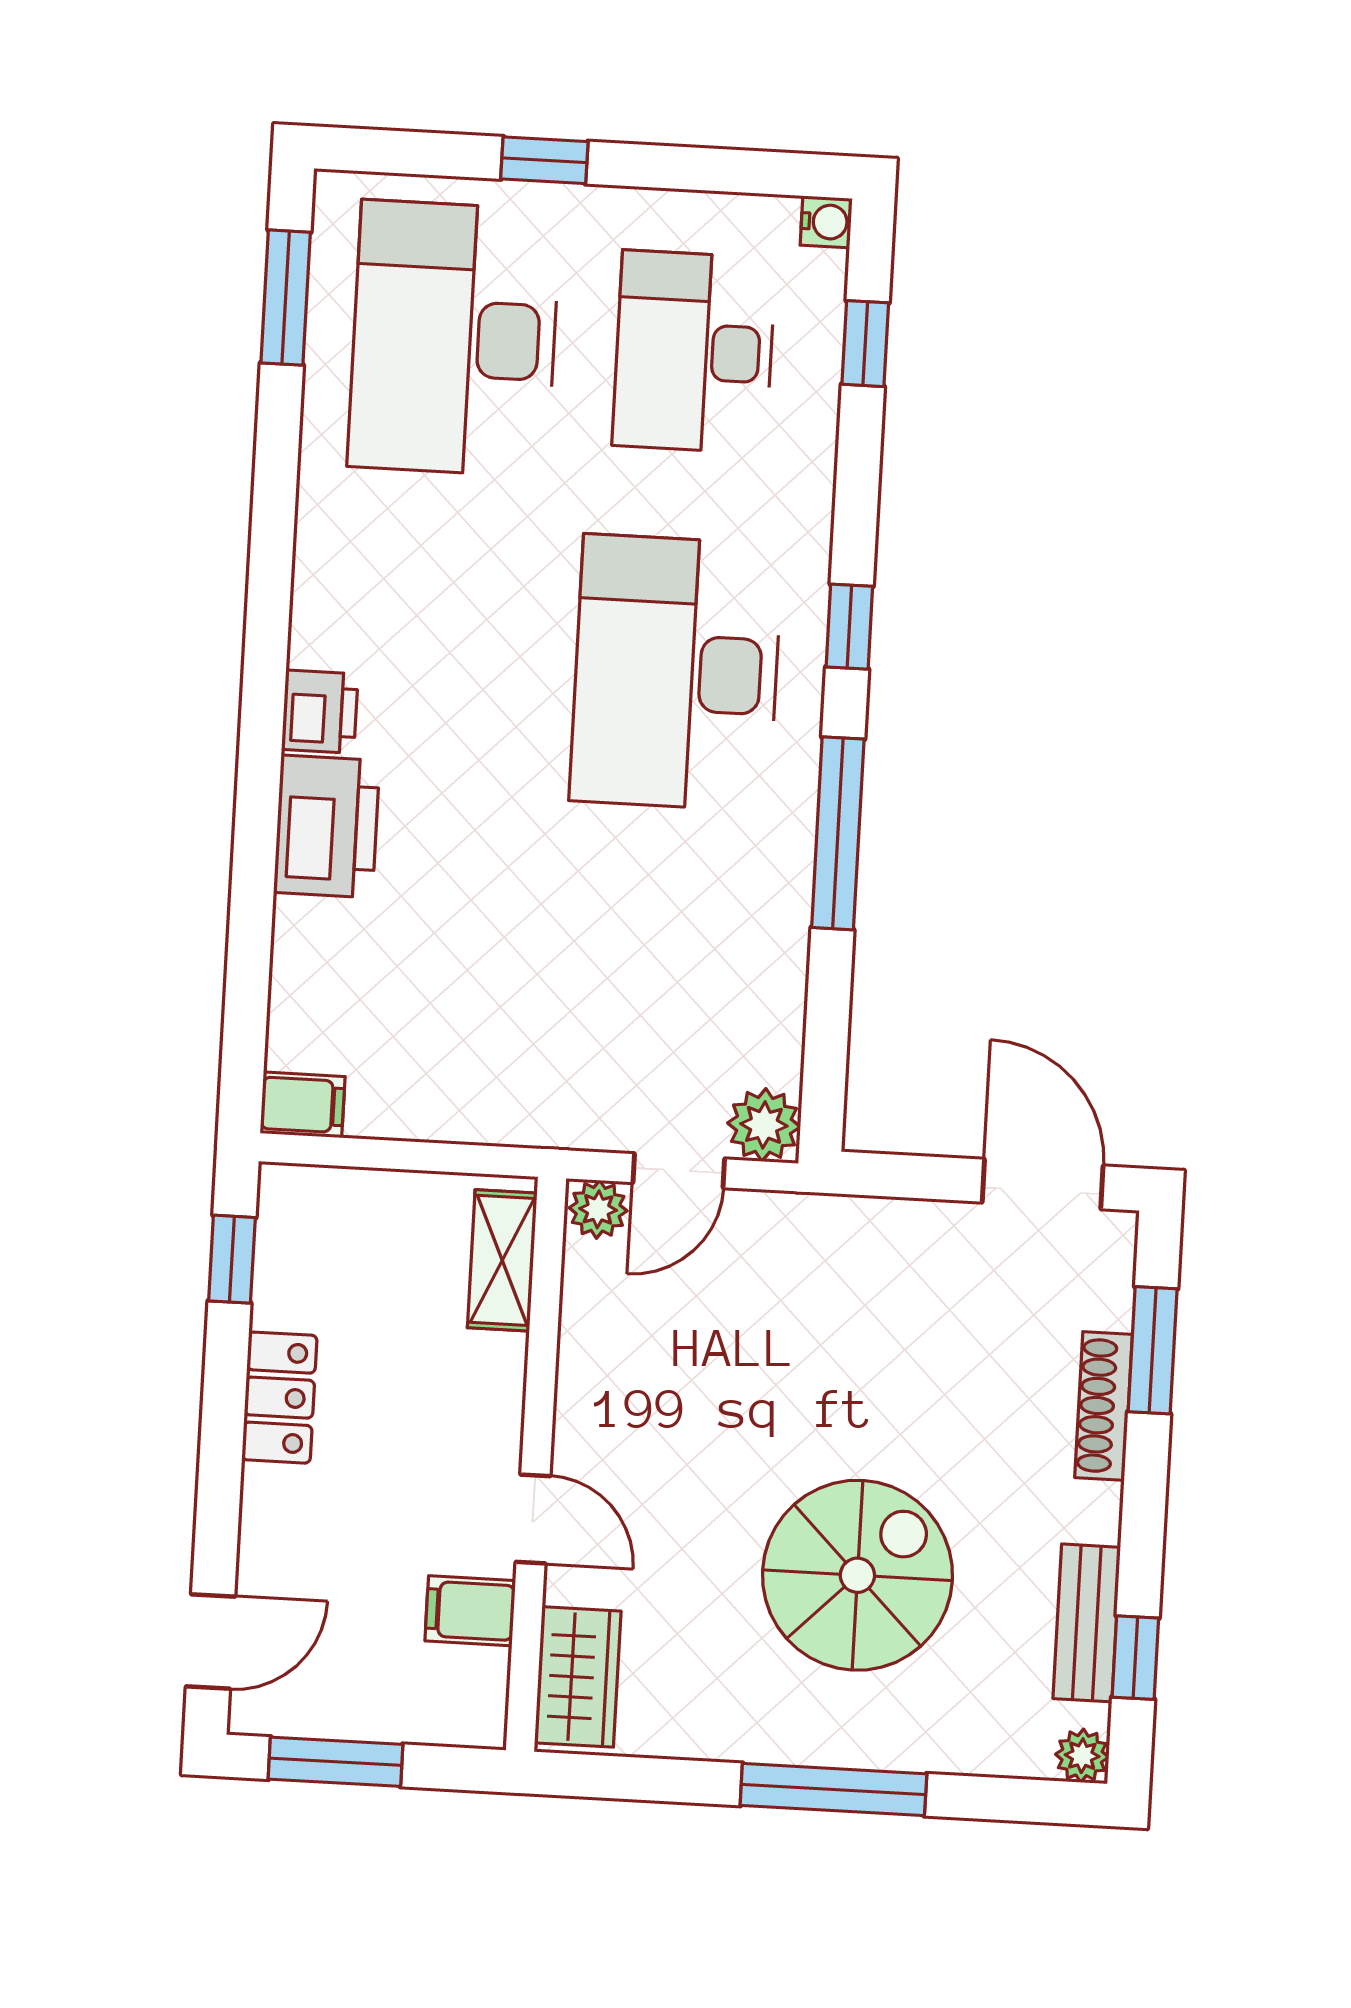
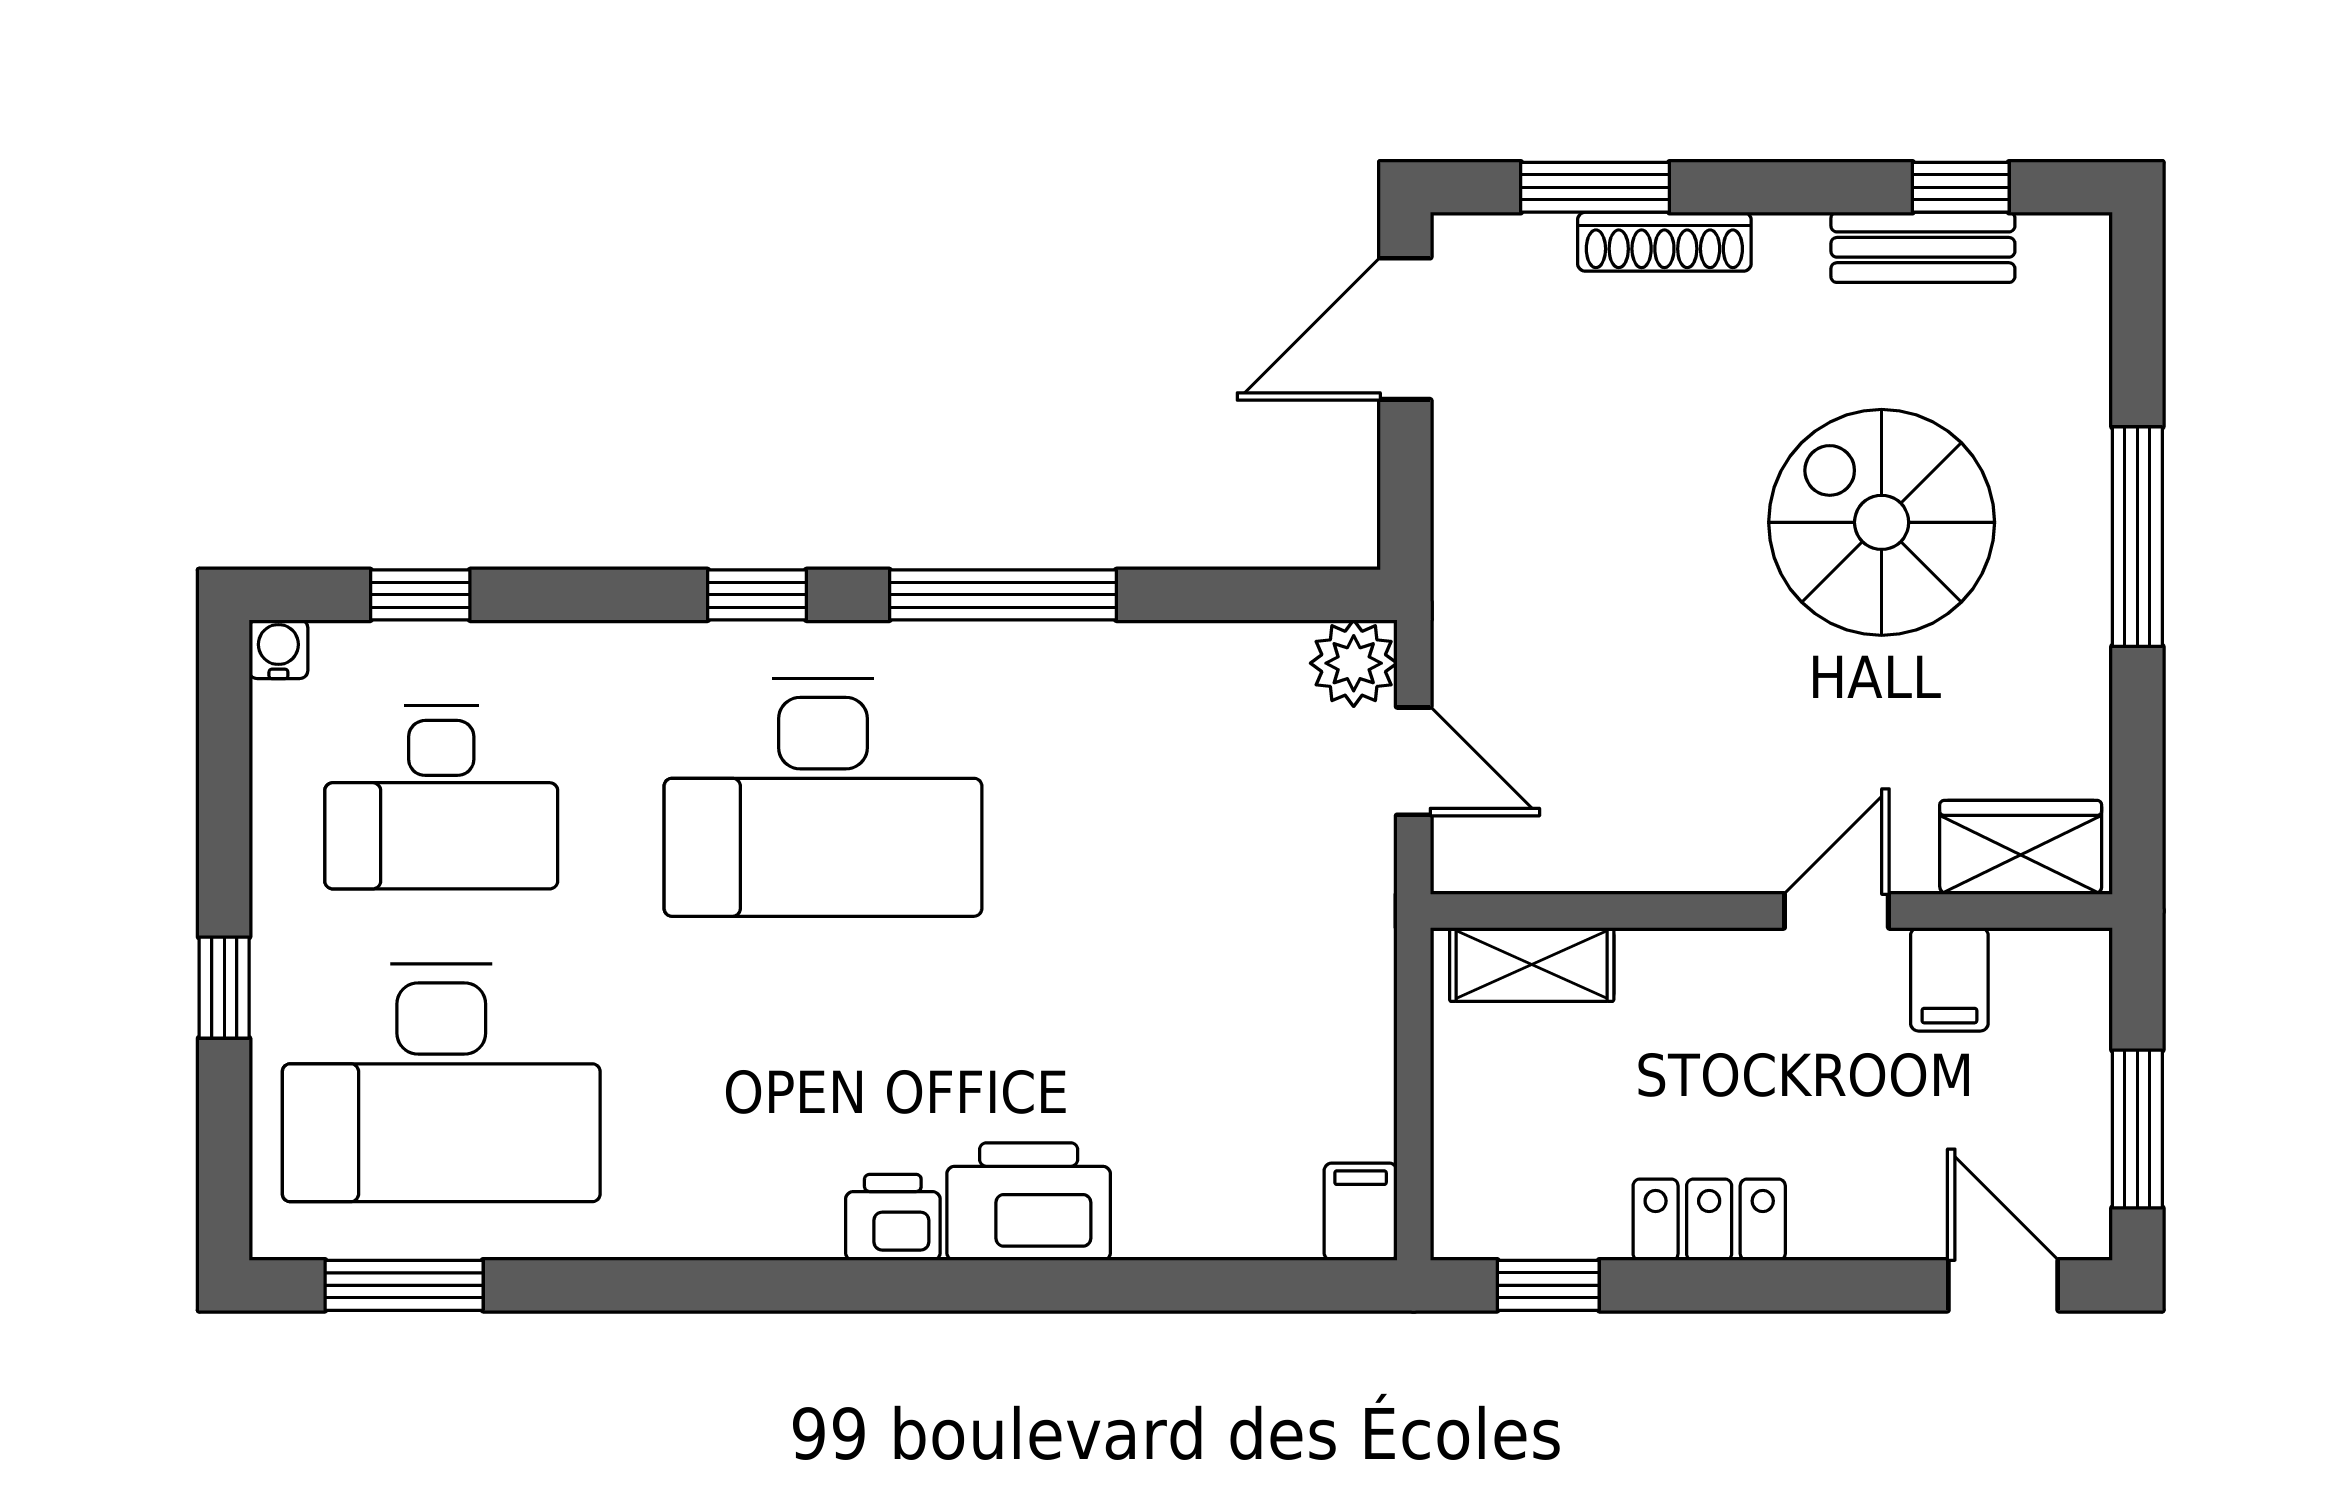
plant: (598, 1209) -> (1465, 854), removed
plant: (1082, 1756) -> (2081, 244), removed

